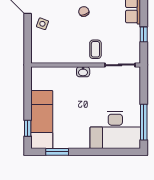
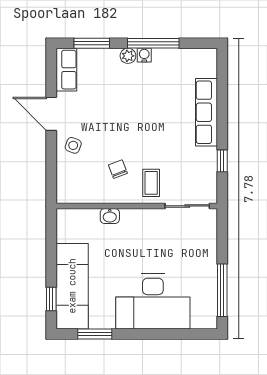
chair: (84, 12) -> (118, 169), moved
washbasin: (83, 72) -> (110, 216), moved
desk: (115, 130) -> (153, 301), moved

